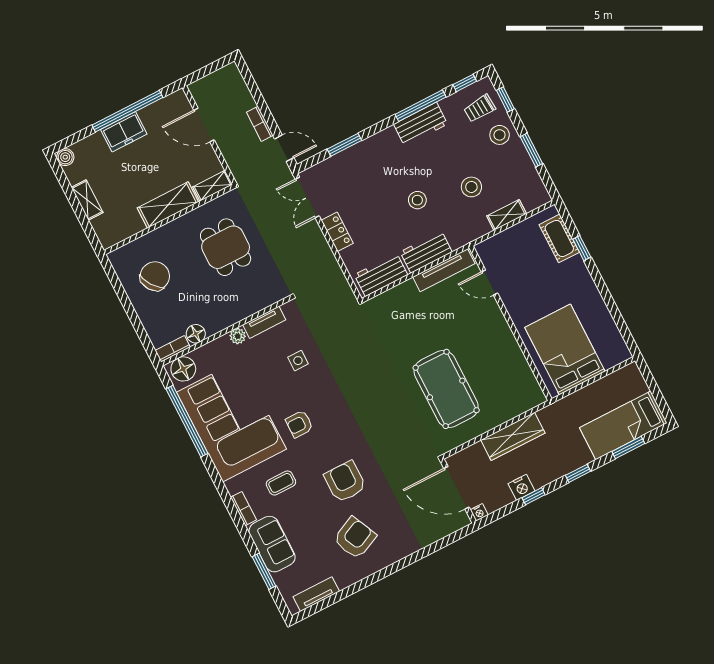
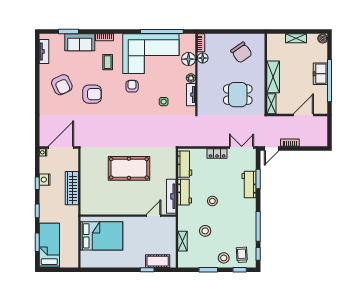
workbench: (420, 124) -> (249, 185), moved
floor lamp: (183, 369) -> (189, 59), moved
pool table: (446, 389) -> (129, 168), moved

